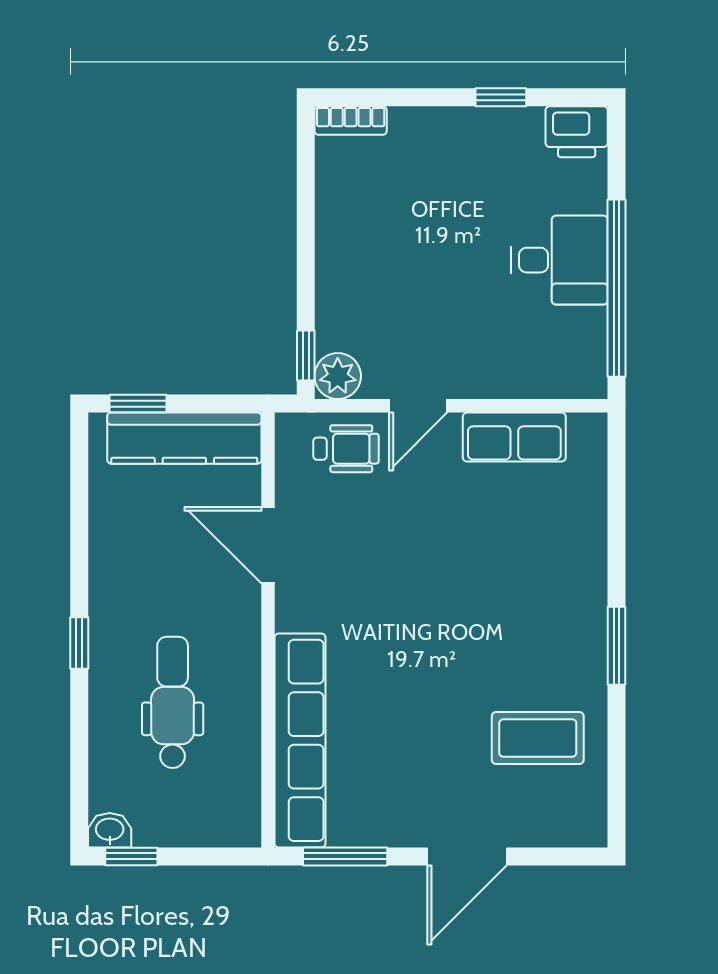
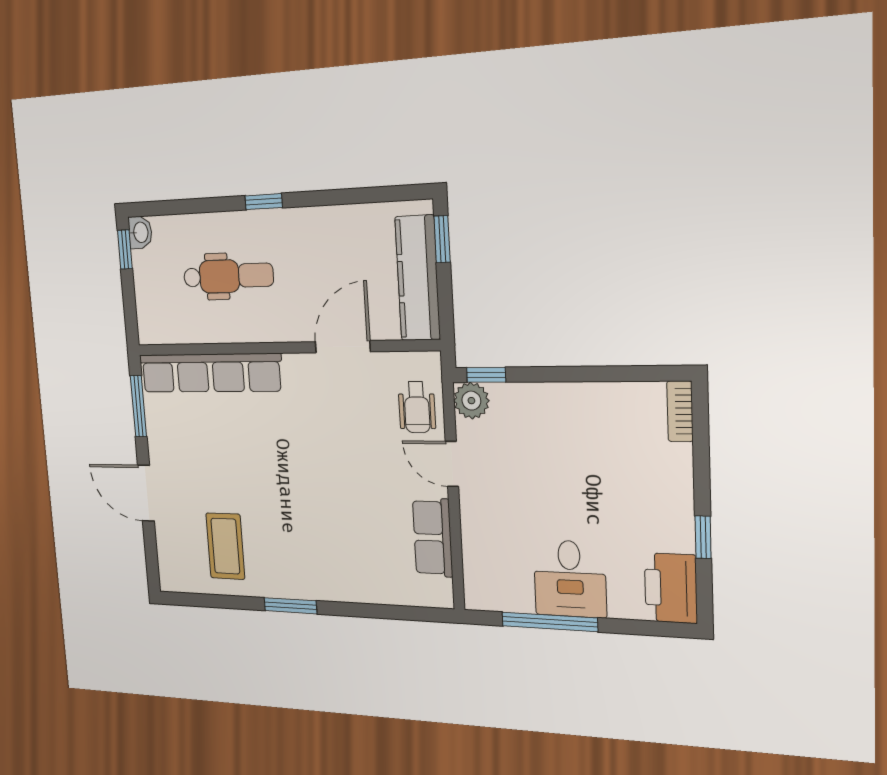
printer: (577, 132) -> (671, 588), width x1.37, depth x1.19
window: (616, 288) -> (549, 622), width x0.68

